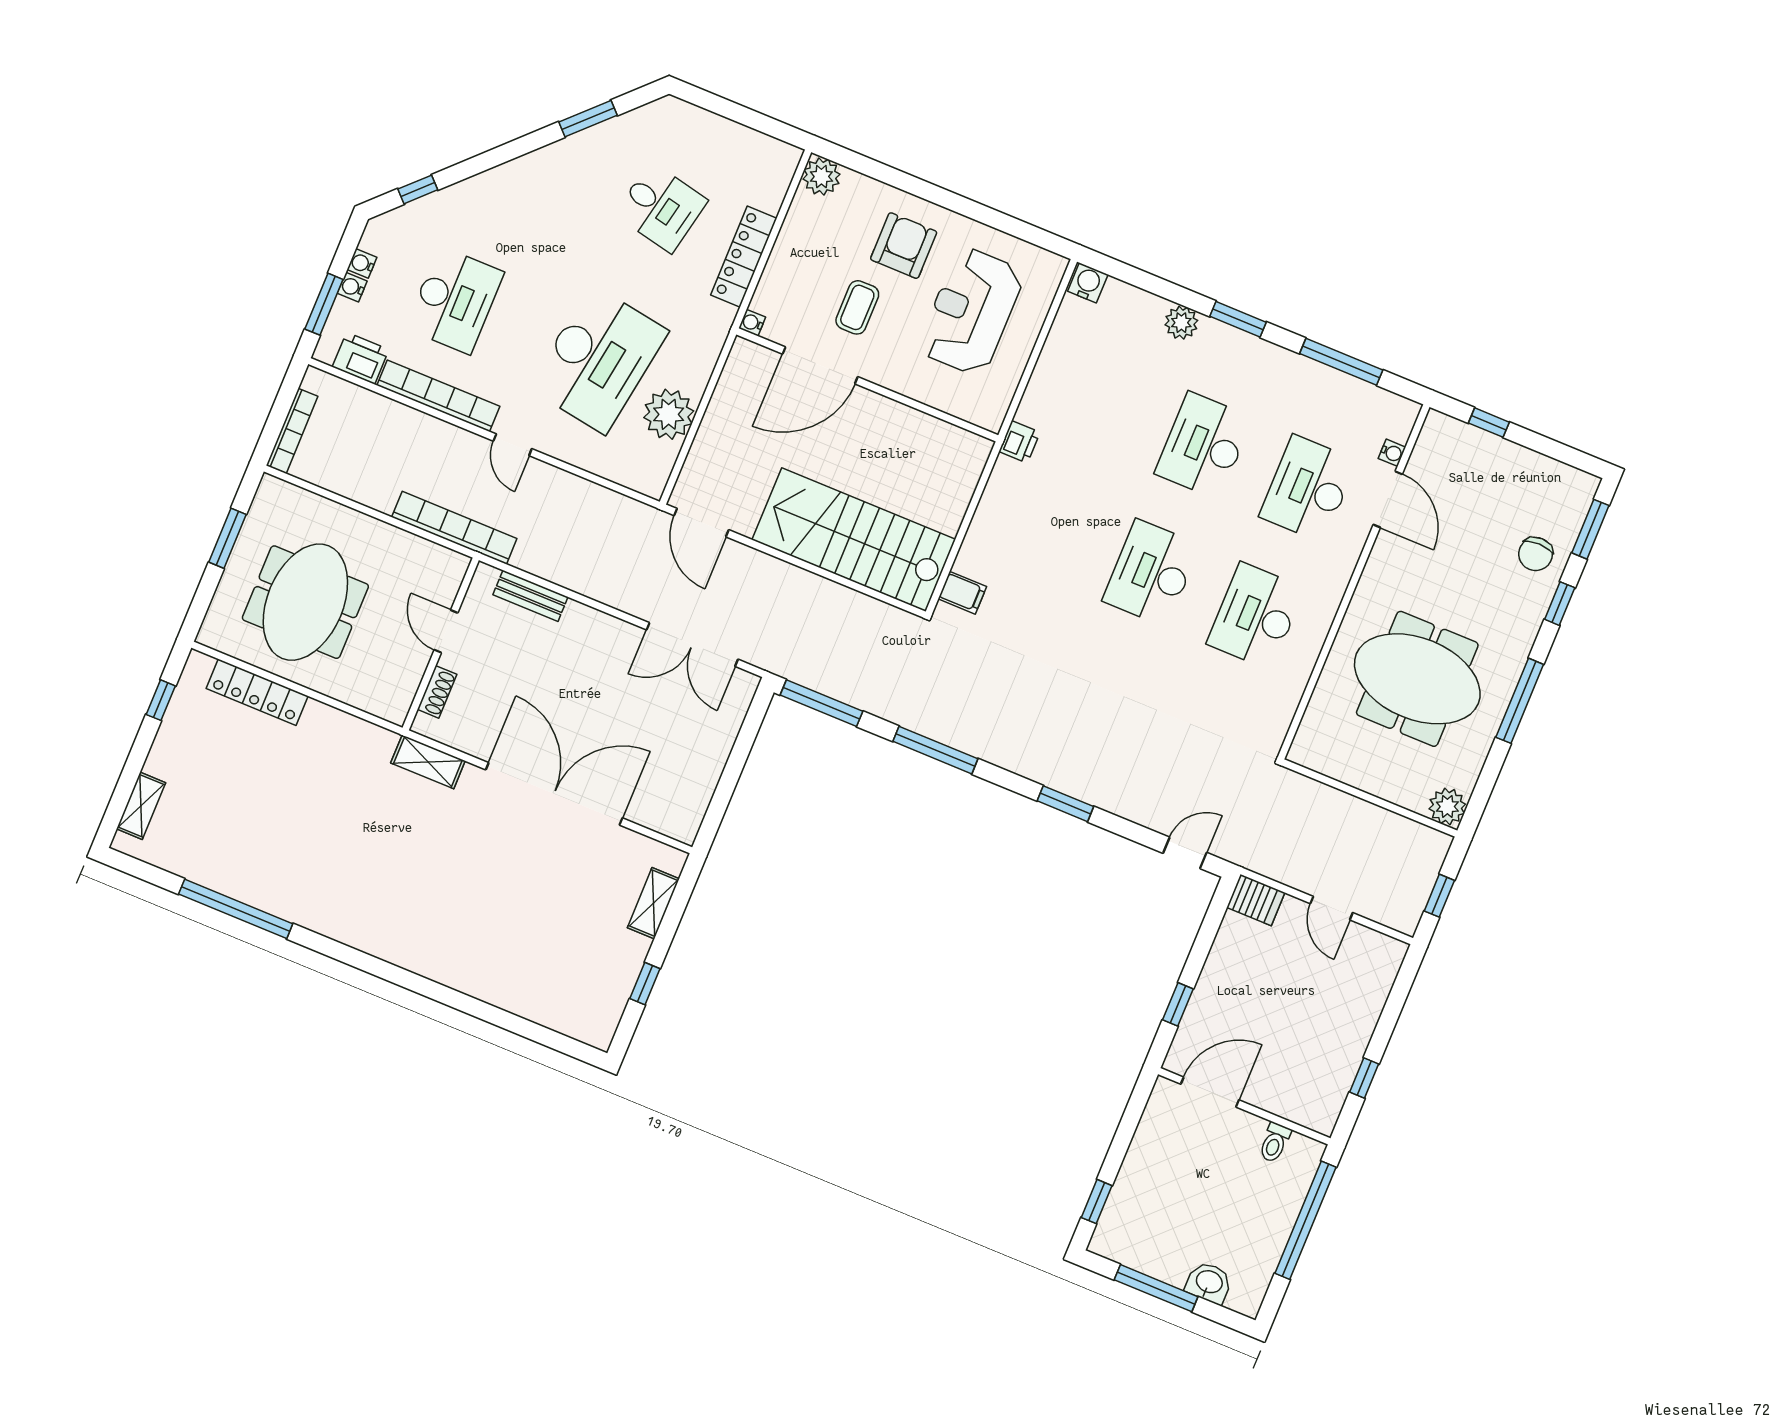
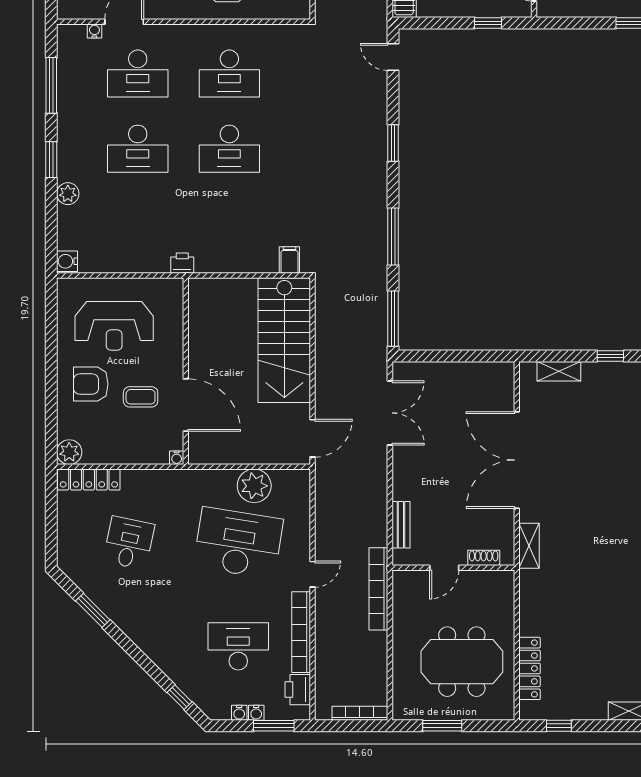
locker: (744, 257) -> (89, 480), moved

